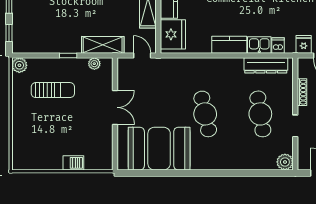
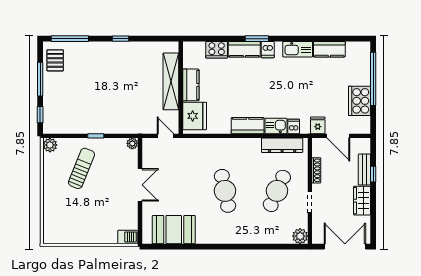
shelving: (103, 45) -> (128, 126), removed
plant: (94, 64) -> (132, 143), moved
sun lounger: (53, 90) -> (81, 168), turned -68
cafe table: (260, 114) -> (277, 191), turned 33
booth: (159, 149) -> (174, 230), width x0.73, depth x0.70
barbecue: (73, 163) -> (128, 237), moved

